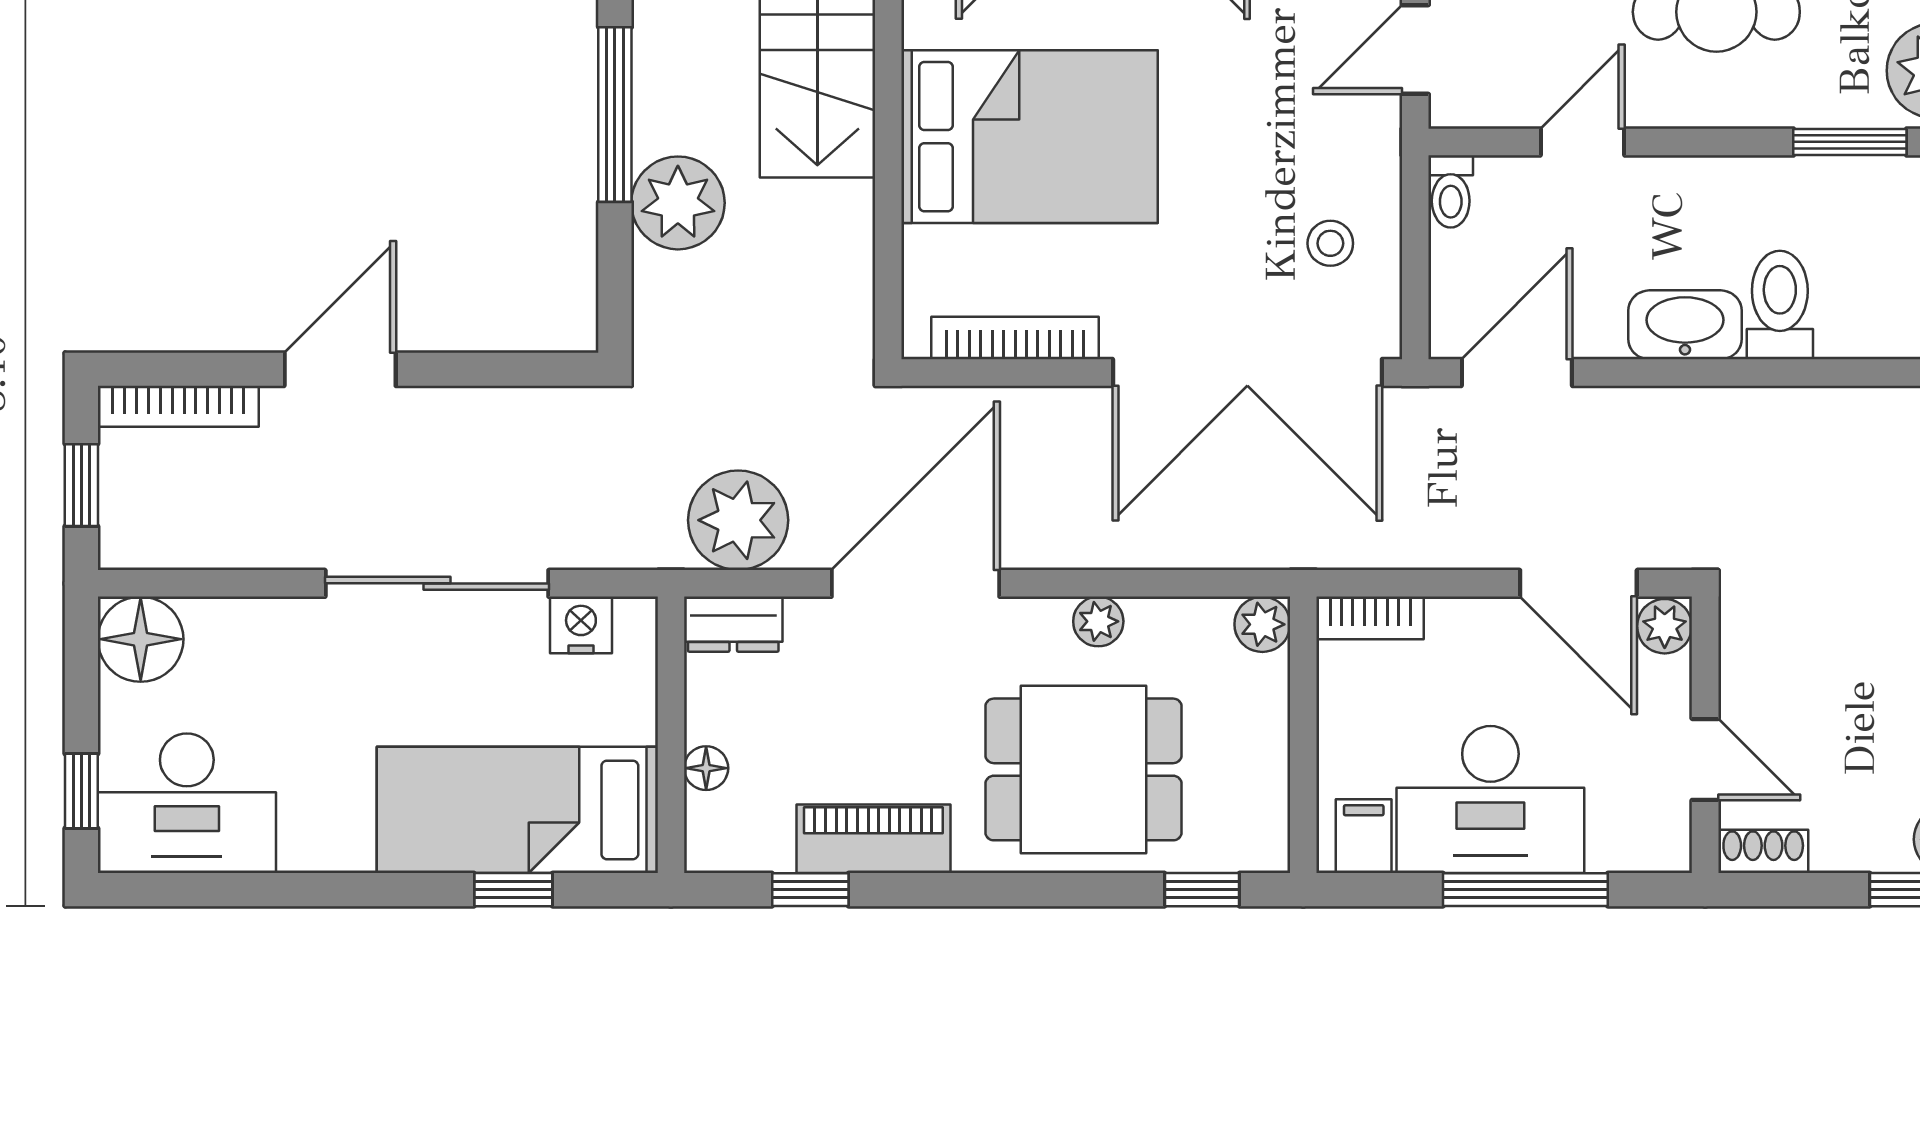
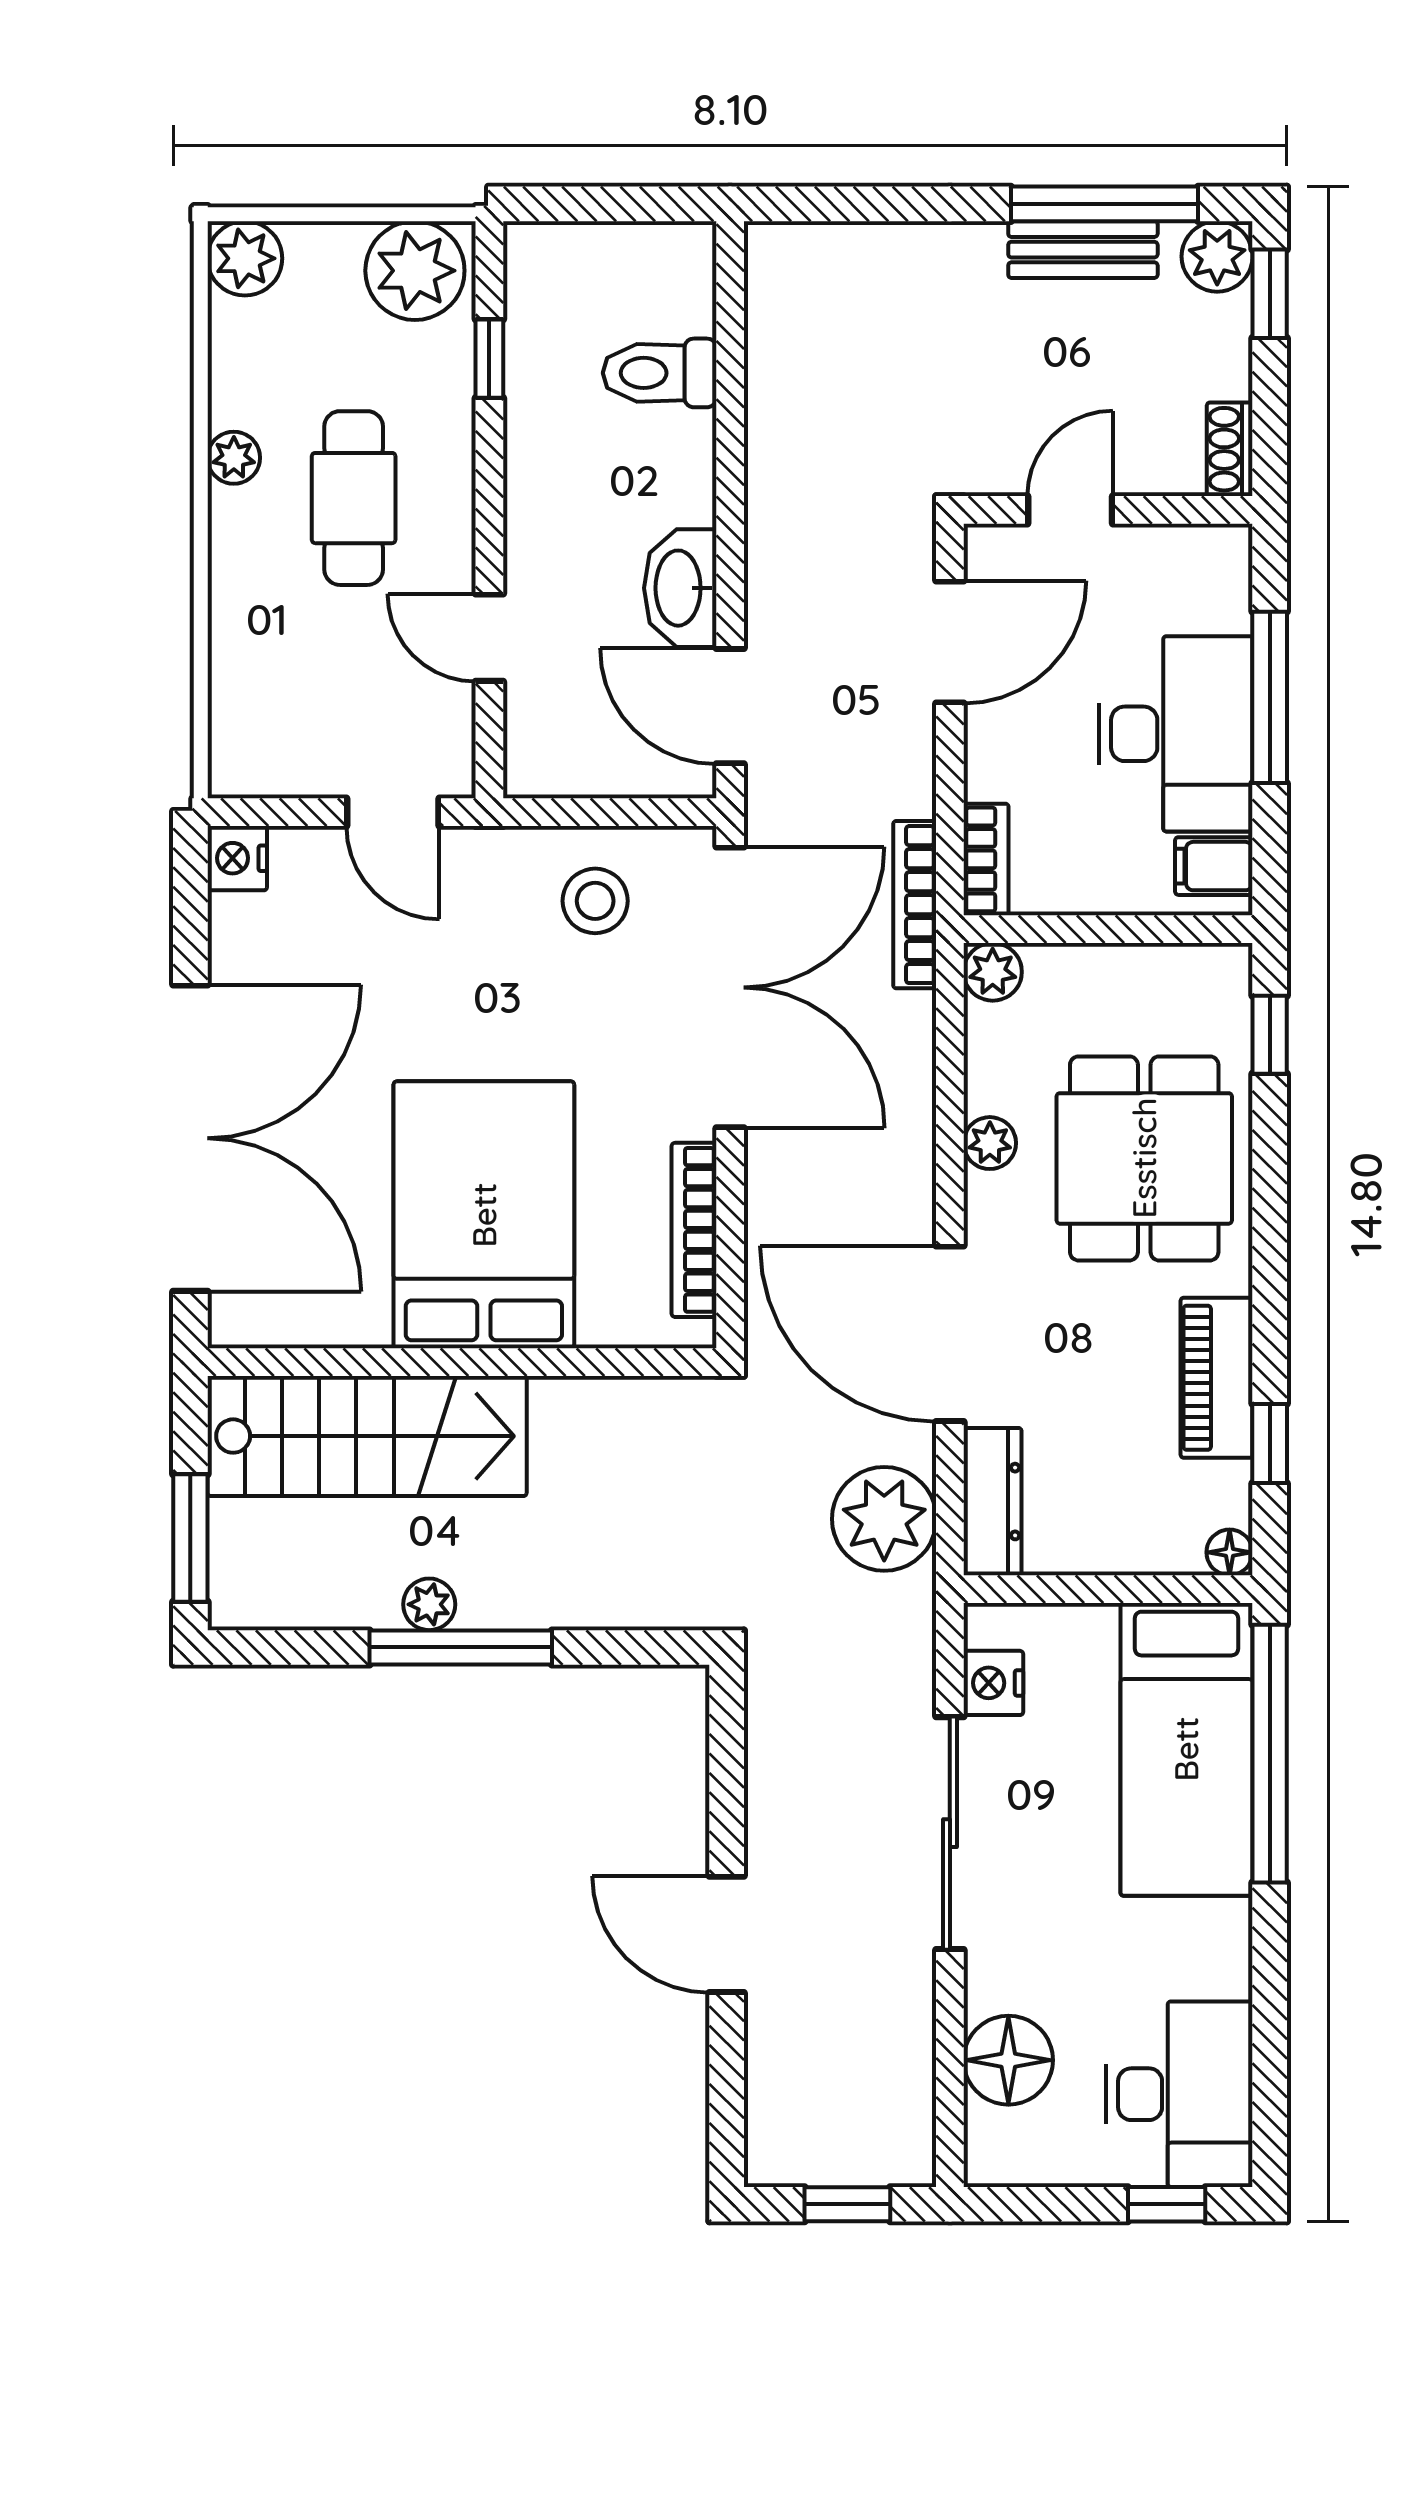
window: (1850, 142) -> (489, 359), width x0.67
toilet: (1451, 191) -> (541, 775), removed
plant: (678, 203) -> (429, 1604), moved, width x0.53, depth x0.53
stool: (1330, 243) -> (595, 901), width x1.37, depth x1.37
toilet: (1780, 305) -> (660, 373), moved
washbasin: (1685, 325) -> (680, 588), moved
bookcase: (178, 406) -> (915, 905), moved, turned 180
dresser: (733, 624) -> (993, 1502), width x1.44
plant: (1665, 626) -> (995, 552), removed
floor lamp: (141, 639) -> (1008, 2060), moved
door: (1705, 759) -> (1070, 510), moved
floor lamp: (706, 768) -> (1230, 1552), moved
window: (513, 890) -> (1270, 1754), width x3.17

